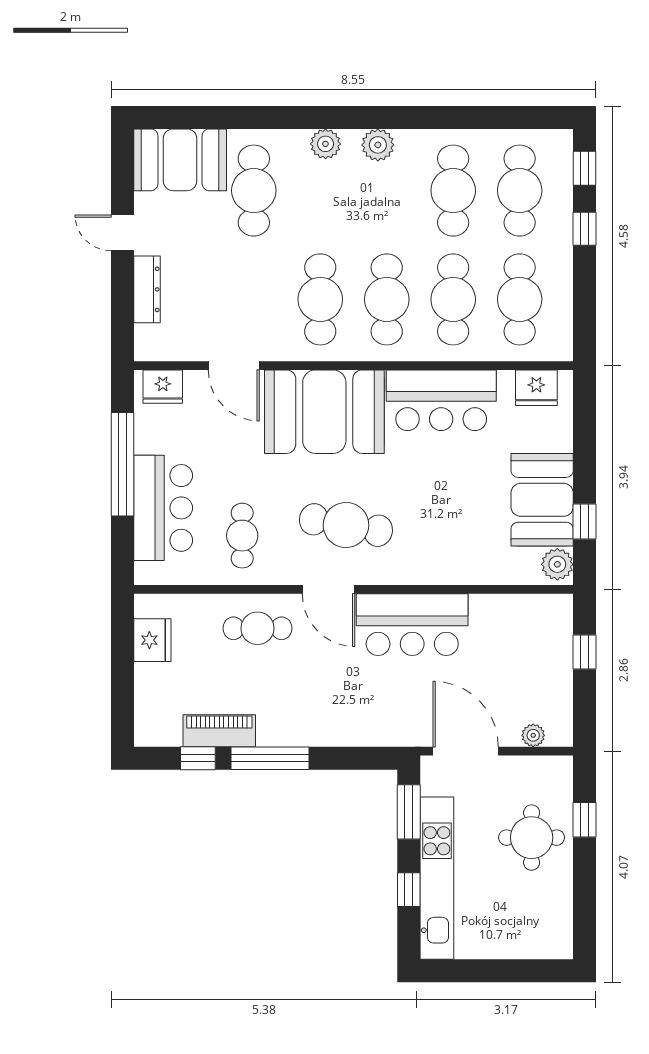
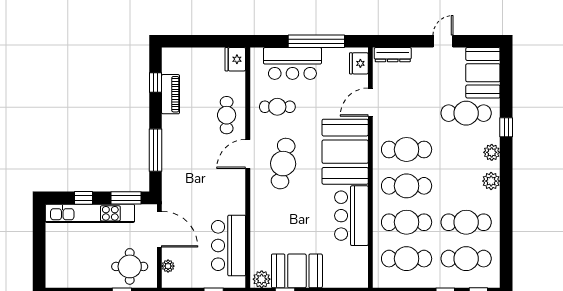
window: (279, 117) -> (506, 127), added
dresser: (147, 289) -> (393, 55), moved
fridge: (536, 388) -> (358, 268), removed
bar counter: (412, 625) -> (229, 246), moved
fridge: (152, 640) -> (235, 59), moved, turned 90
door: (466, 751) -> (159, 229), hinge flipped
window: (270, 758) -> (156, 150), moved
round table: (532, 838) -> (130, 266), moved

